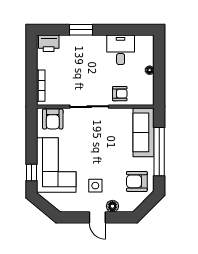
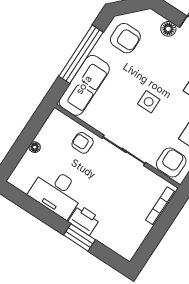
printer: (49, 43) -> (84, 220), moved
desk: (121, 50) -> (57, 192), width x1.37
side table: (95, 186) -> (149, 102), moved

